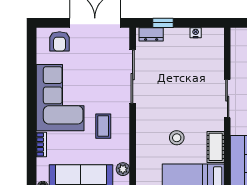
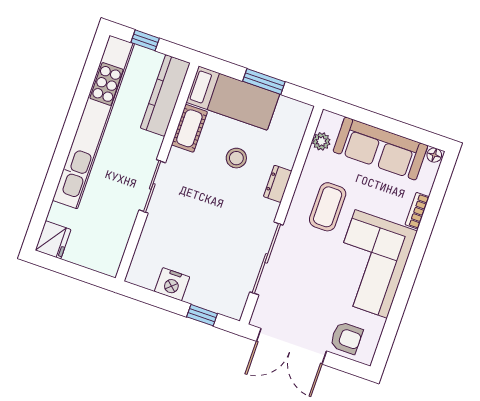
nightstand: (196, 33) -> (172, 284), width x1.89, depth x1.79
dresser: (151, 34) -> (278, 184), moved, turned -90
armchair: (59, 41) -> (346, 338), turned 90
coffee table: (103, 126) -> (328, 207), width x1.36, depth x1.30

